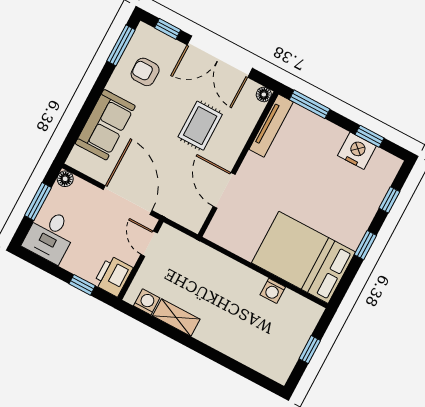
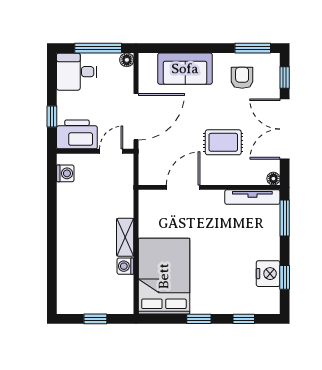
window: (38, 202) -> (98, 48), width x1.44
printer: (113, 276) -> (77, 134), width x1.37, depth x1.19
shelving: (176, 318) -> (125, 237), moved

